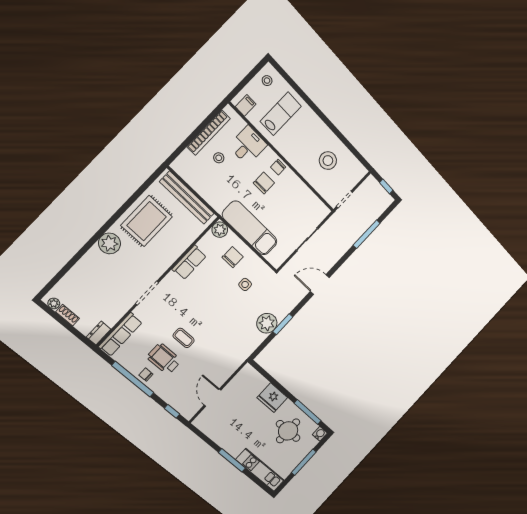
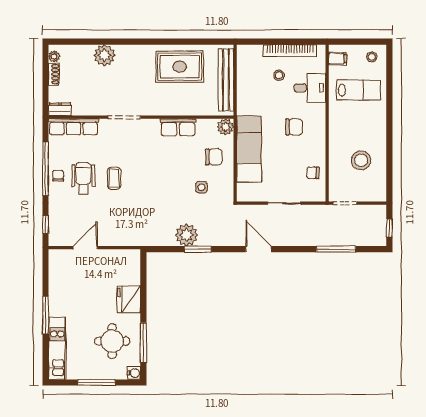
chair: (278, 167) -> (313, 173), moved
plant: (109, 243) -> (104, 55), moved

